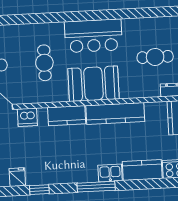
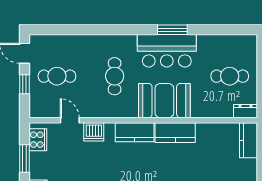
window: (98, 15) -> (172, 30), added
kitchen counter: (115, 113) -> (175, 133), width x0.67

